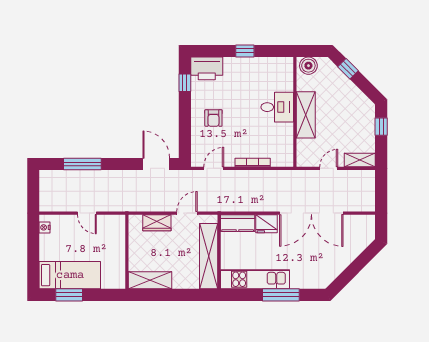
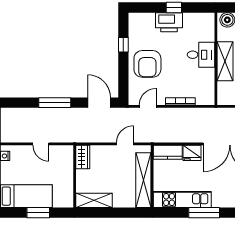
printer: (207, 68) -> (169, 22), moved
window: (185, 83) -> (123, 45), moved
armchair: (213, 118) -> (147, 64), width x1.88, depth x1.88
window: (82, 164) -> (55, 103), moved
wardrobe: (157, 223) -> (83, 157), moved, turned -90
window: (69, 295) -> (38, 213), moved

